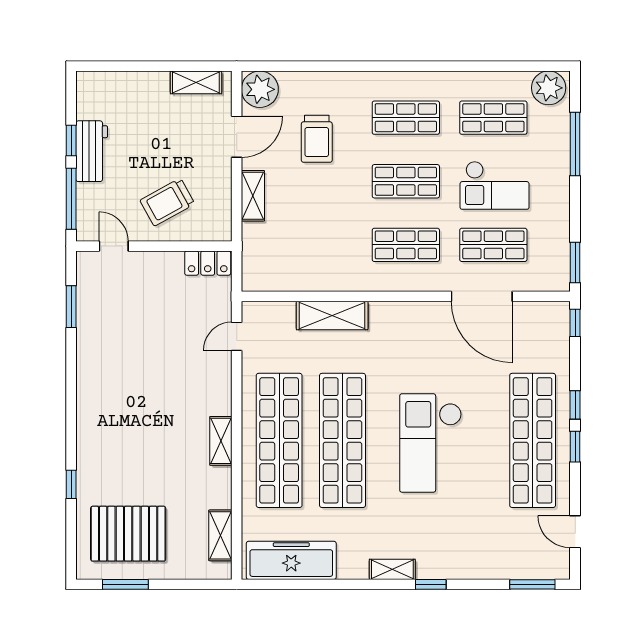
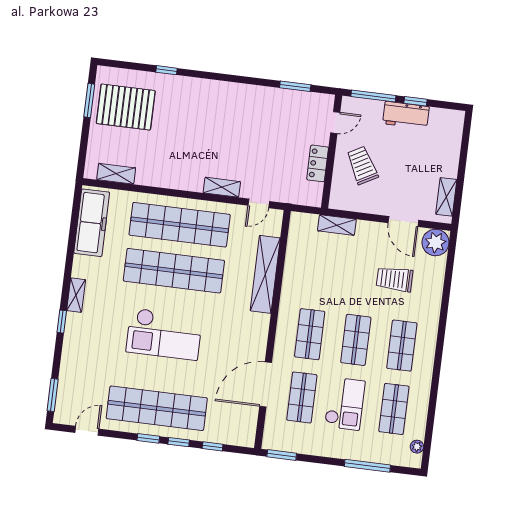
plant: (549, 88) -> (417, 447), width x0.53, depth x0.53
checkout: (495, 185) -> (345, 404), turned 180
shelving: (253, 196) -> (337, 225), moved
locker: (208, 263) -> (318, 163), moved
shelving: (332, 316) -> (265, 274), width x1.47
window: (575, 323) -> (213, 446), moved
door: (237, 336) -> (259, 203), swing flipped
shelving: (221, 441) -> (222, 187), moved
checkout: (431, 443) -> (164, 334), turned 180
pallet: (128, 534) -> (126, 107), turned 90

